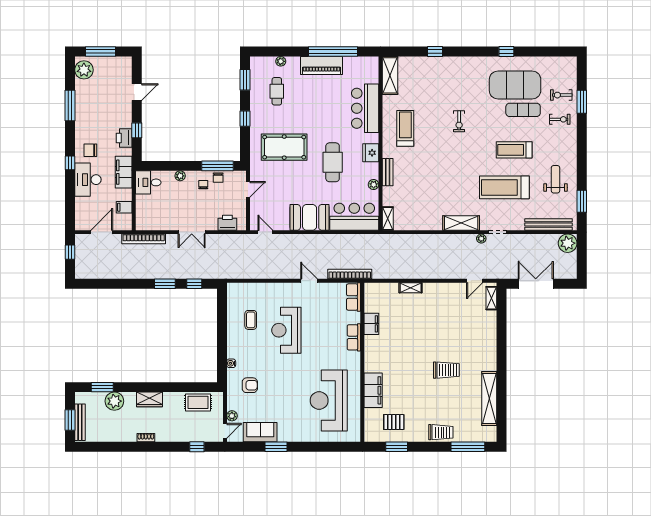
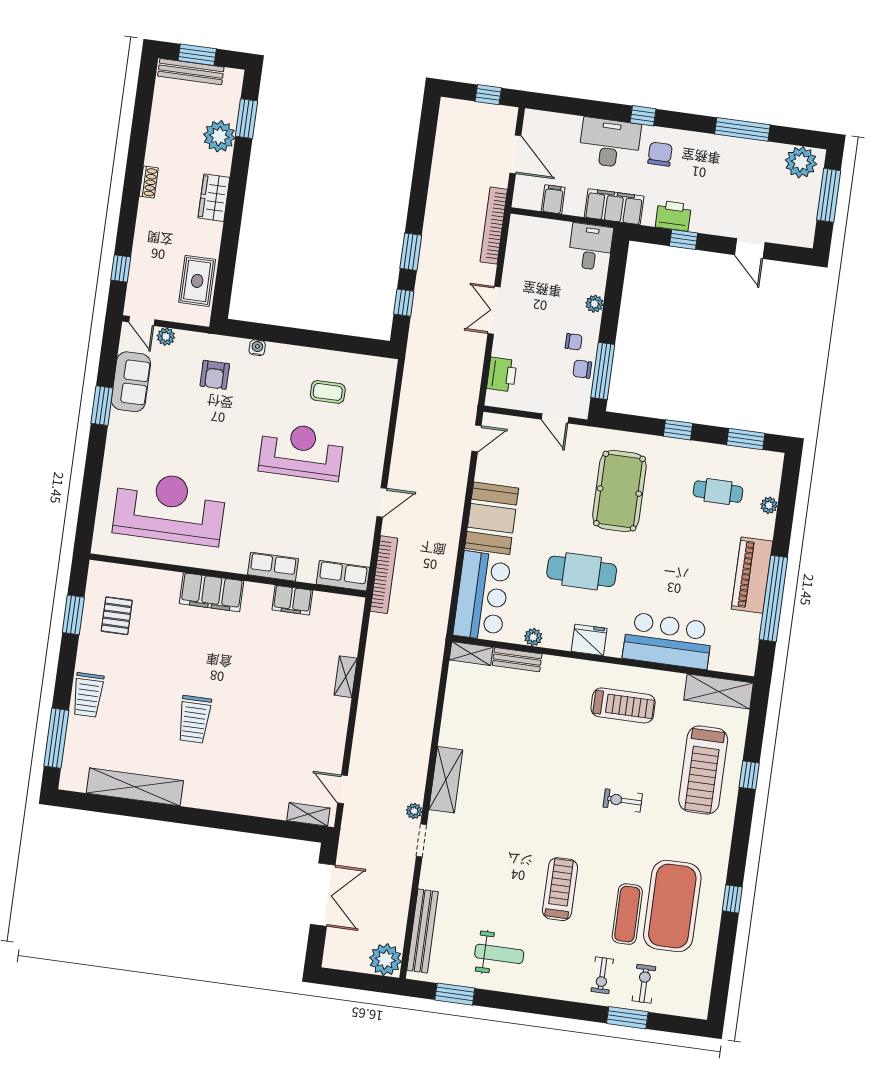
bench: (388, 172) -> (517, 660), moved
treadmill: (504, 187) -> (703, 770), moved, turned 180
filing cabinet: (373, 390) -> (211, 592), moved

